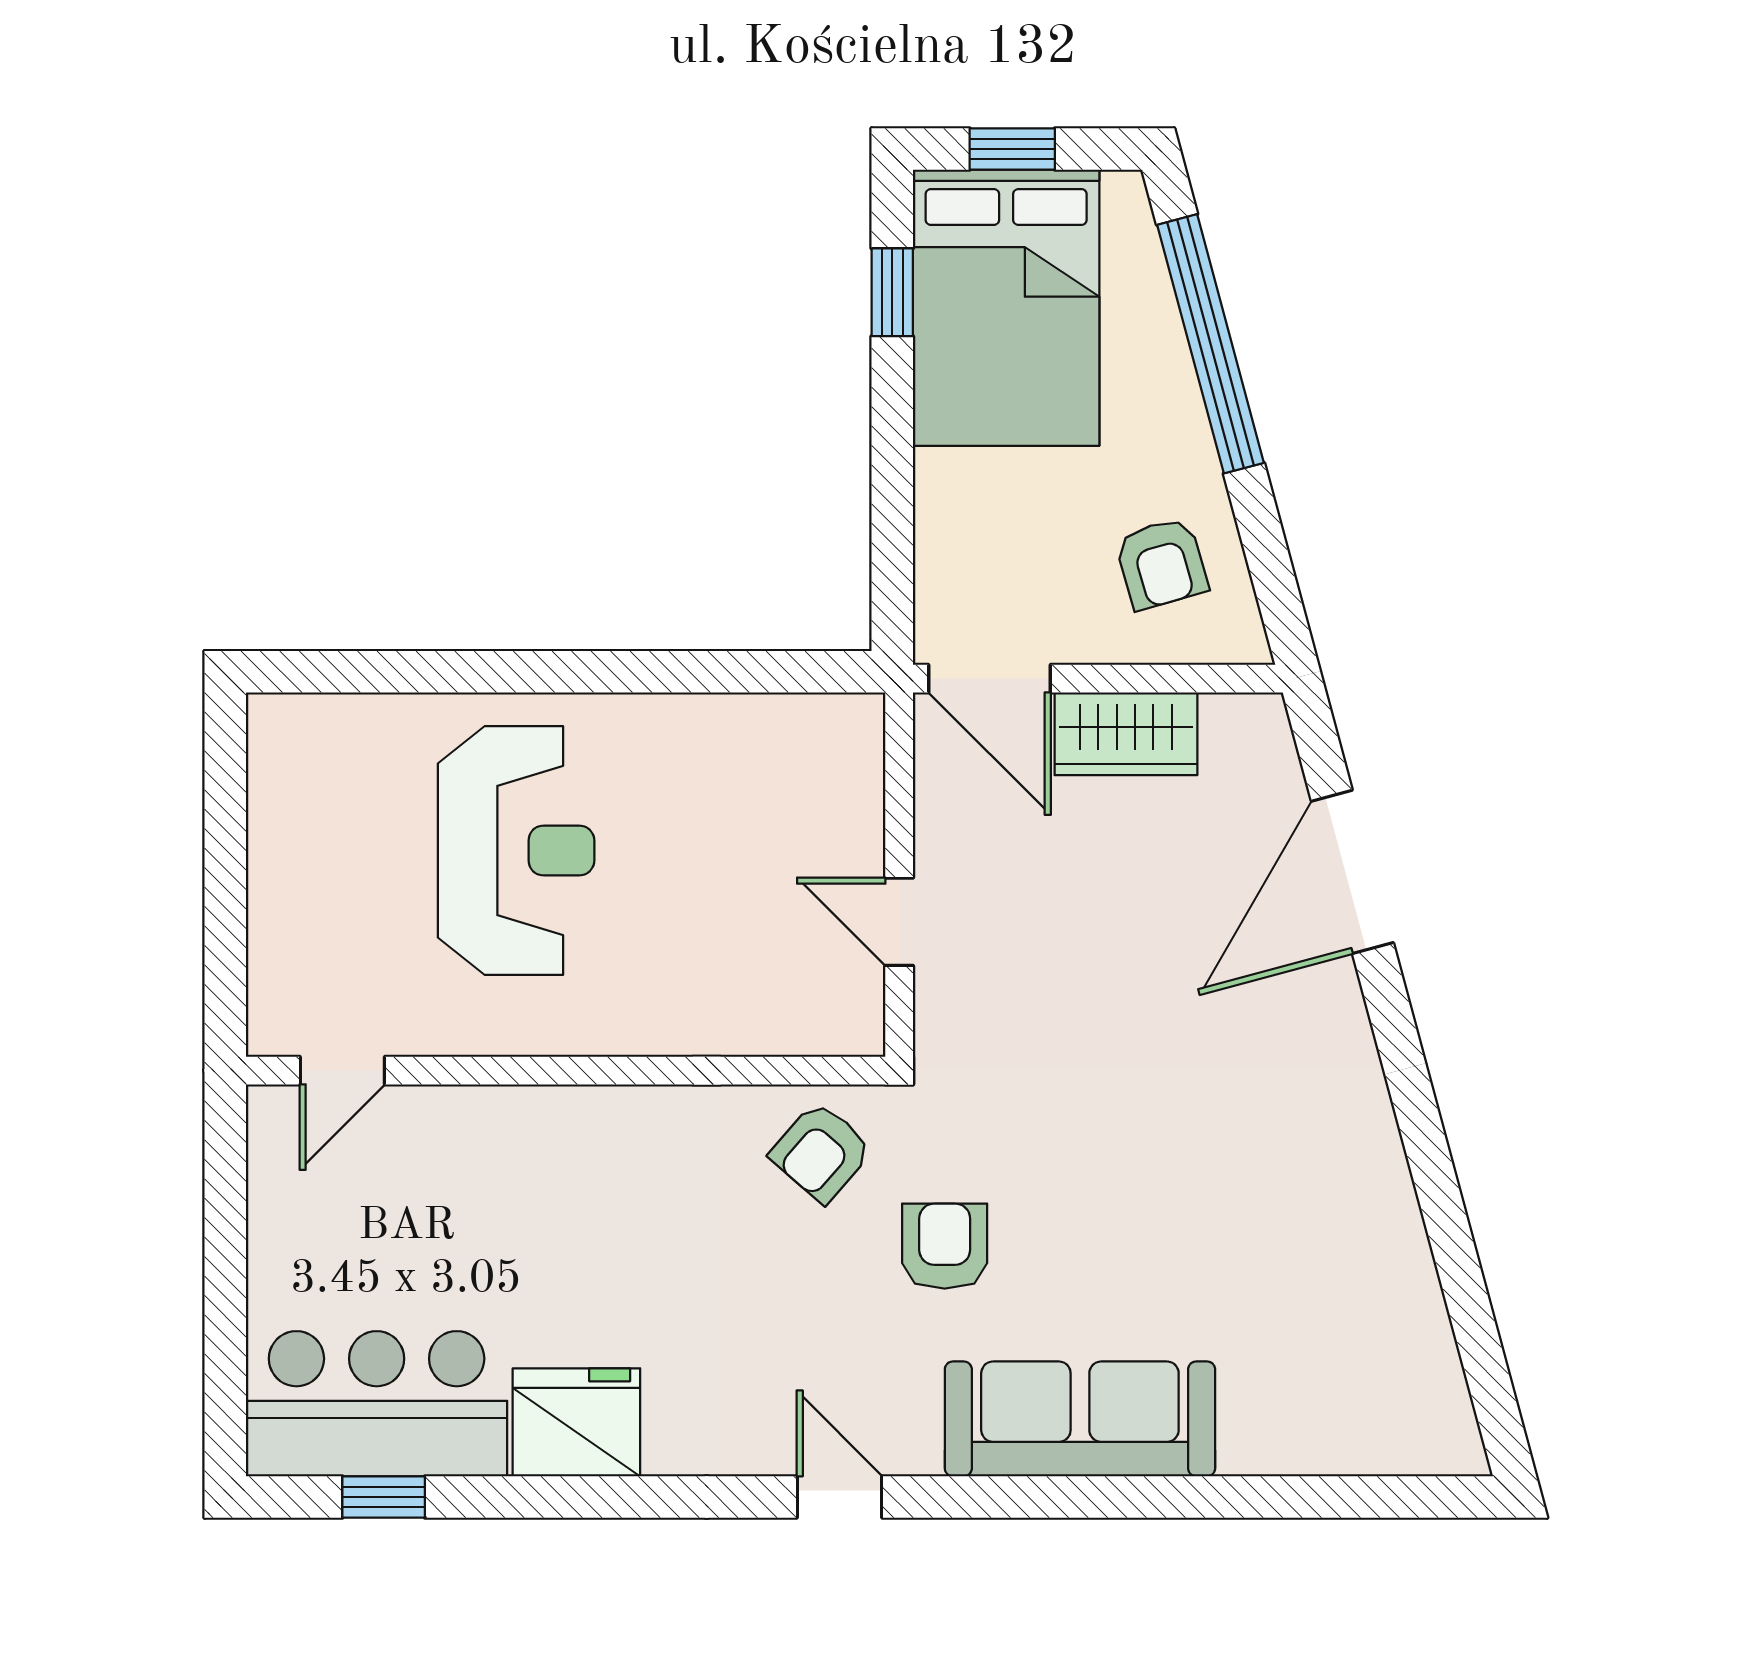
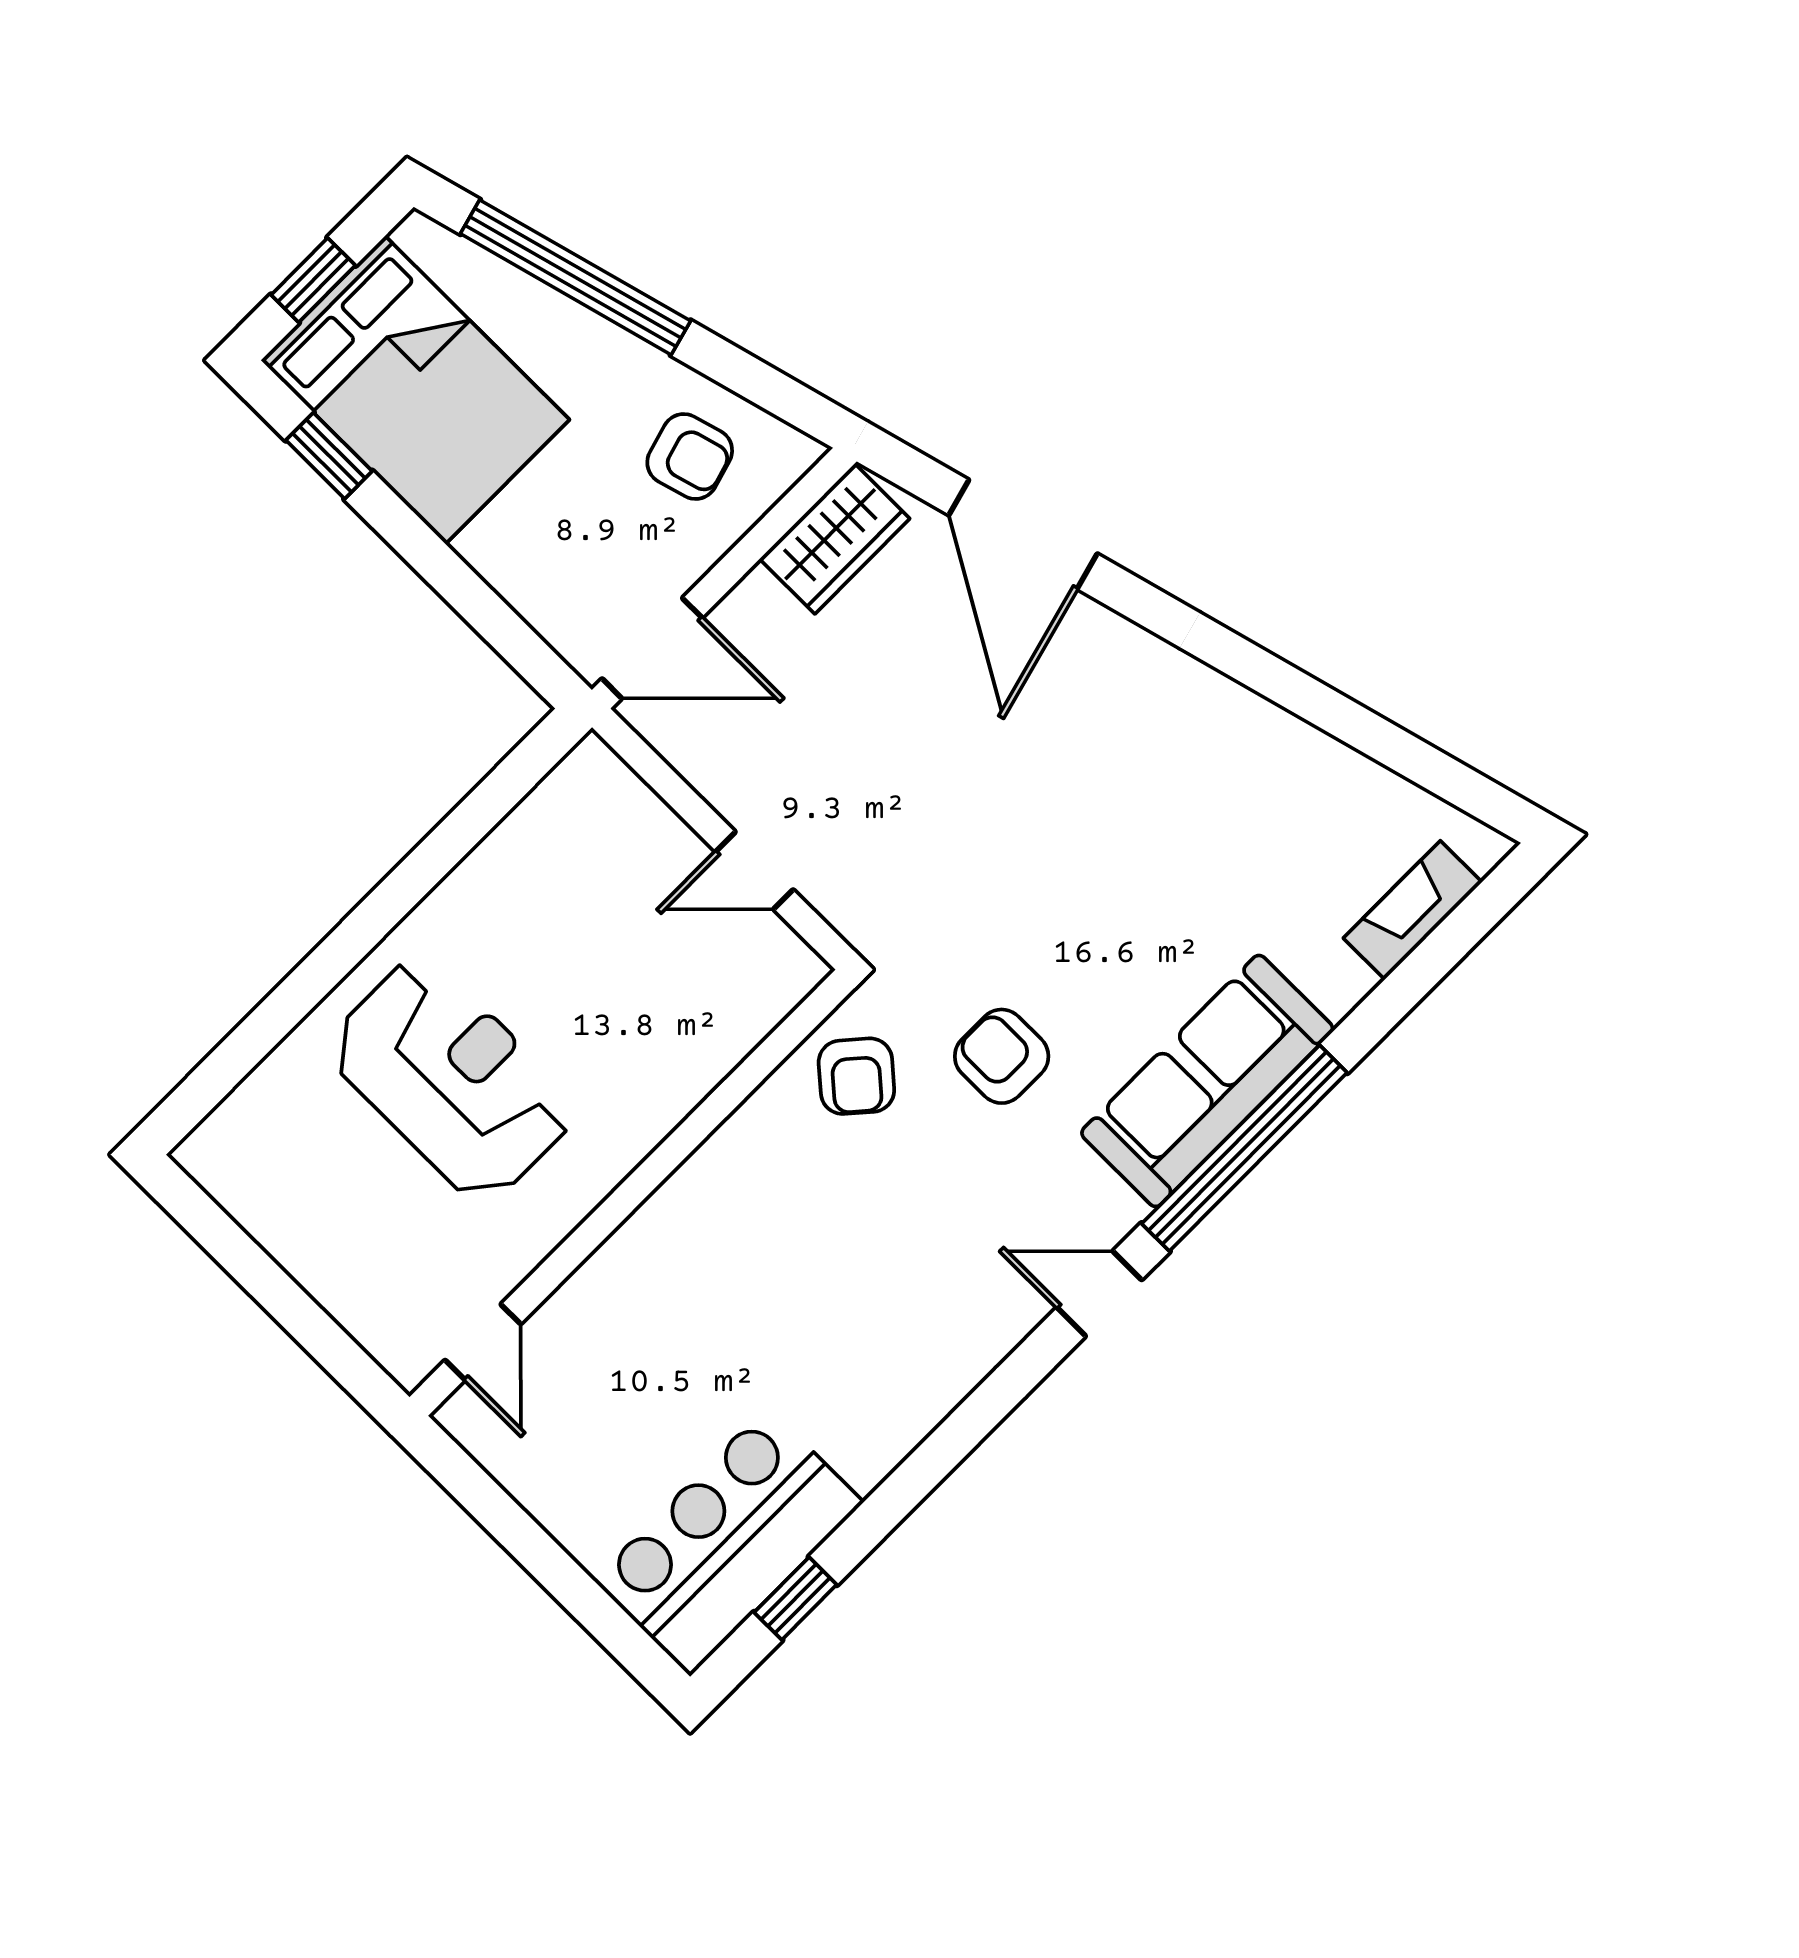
wardrobe: (1126, 734) -> (835, 539), moved
fridge: (576, 1422) -> (874, 1420), removed
fireplace: (1362, 1445) -> (1413, 910), added
window: (1057, 1497) -> (1244, 1148), added

